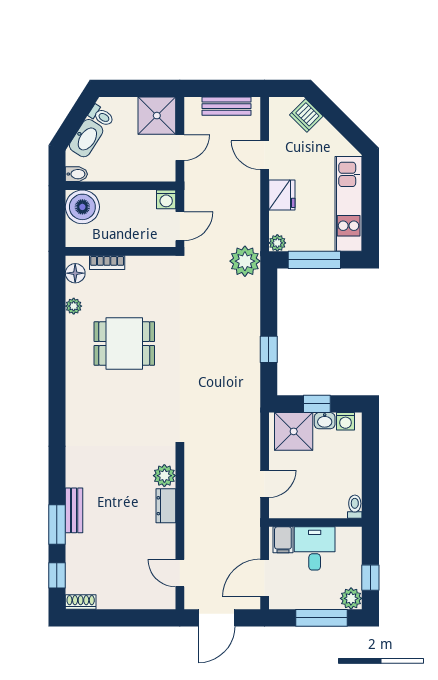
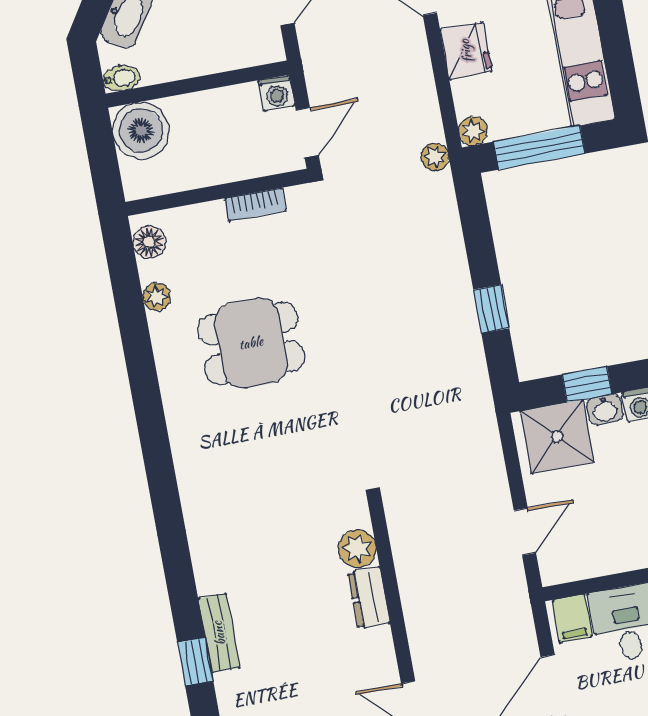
plant: (245, 261) -> (435, 157), width x0.53, depth x0.53
bookcase: (107, 263) -> (255, 205), moved
window: (57, 524) -> (195, 662), width x0.67

